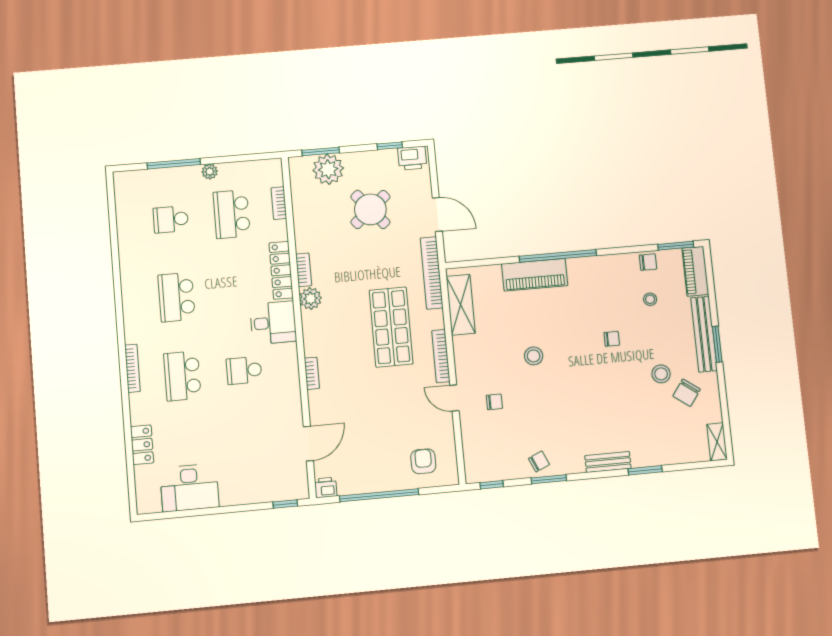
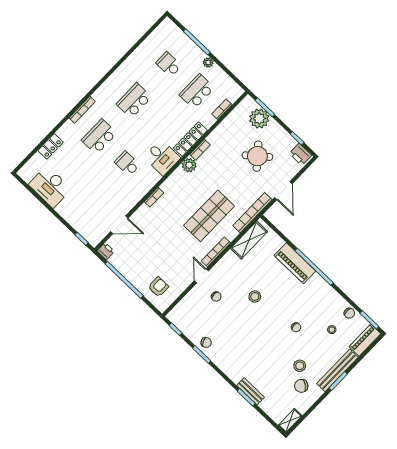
bench: (608, 462) -> (251, 391), moved

